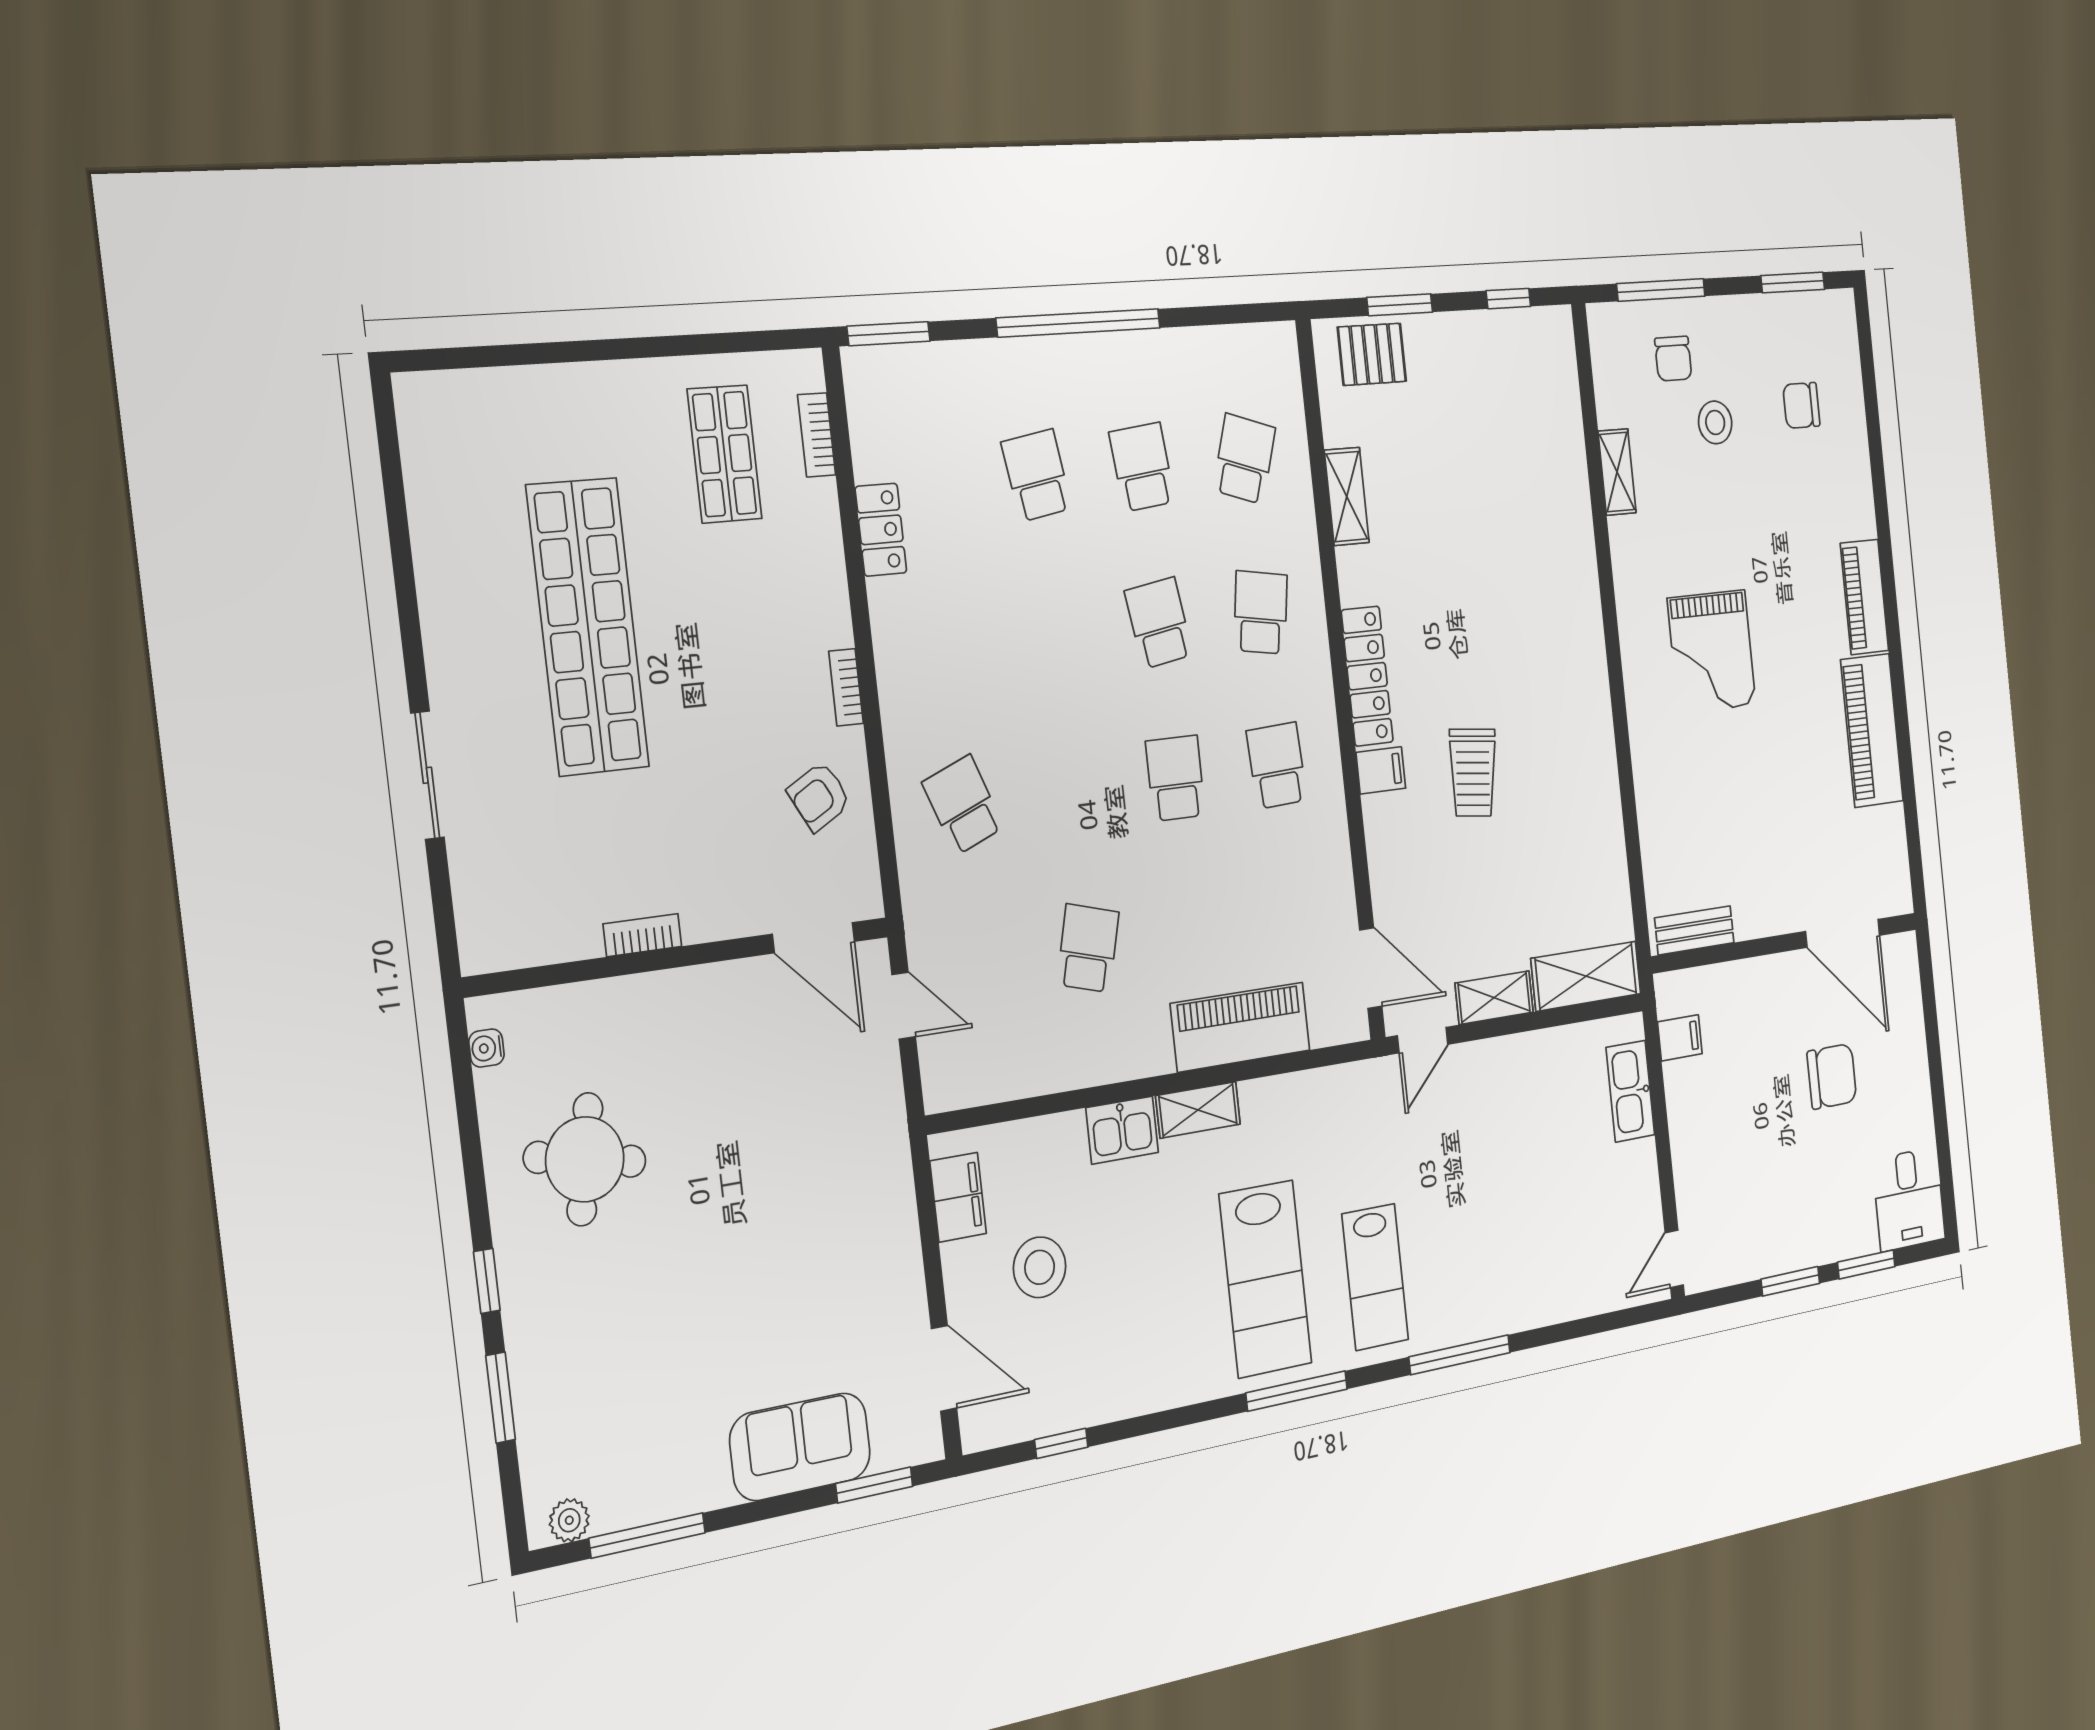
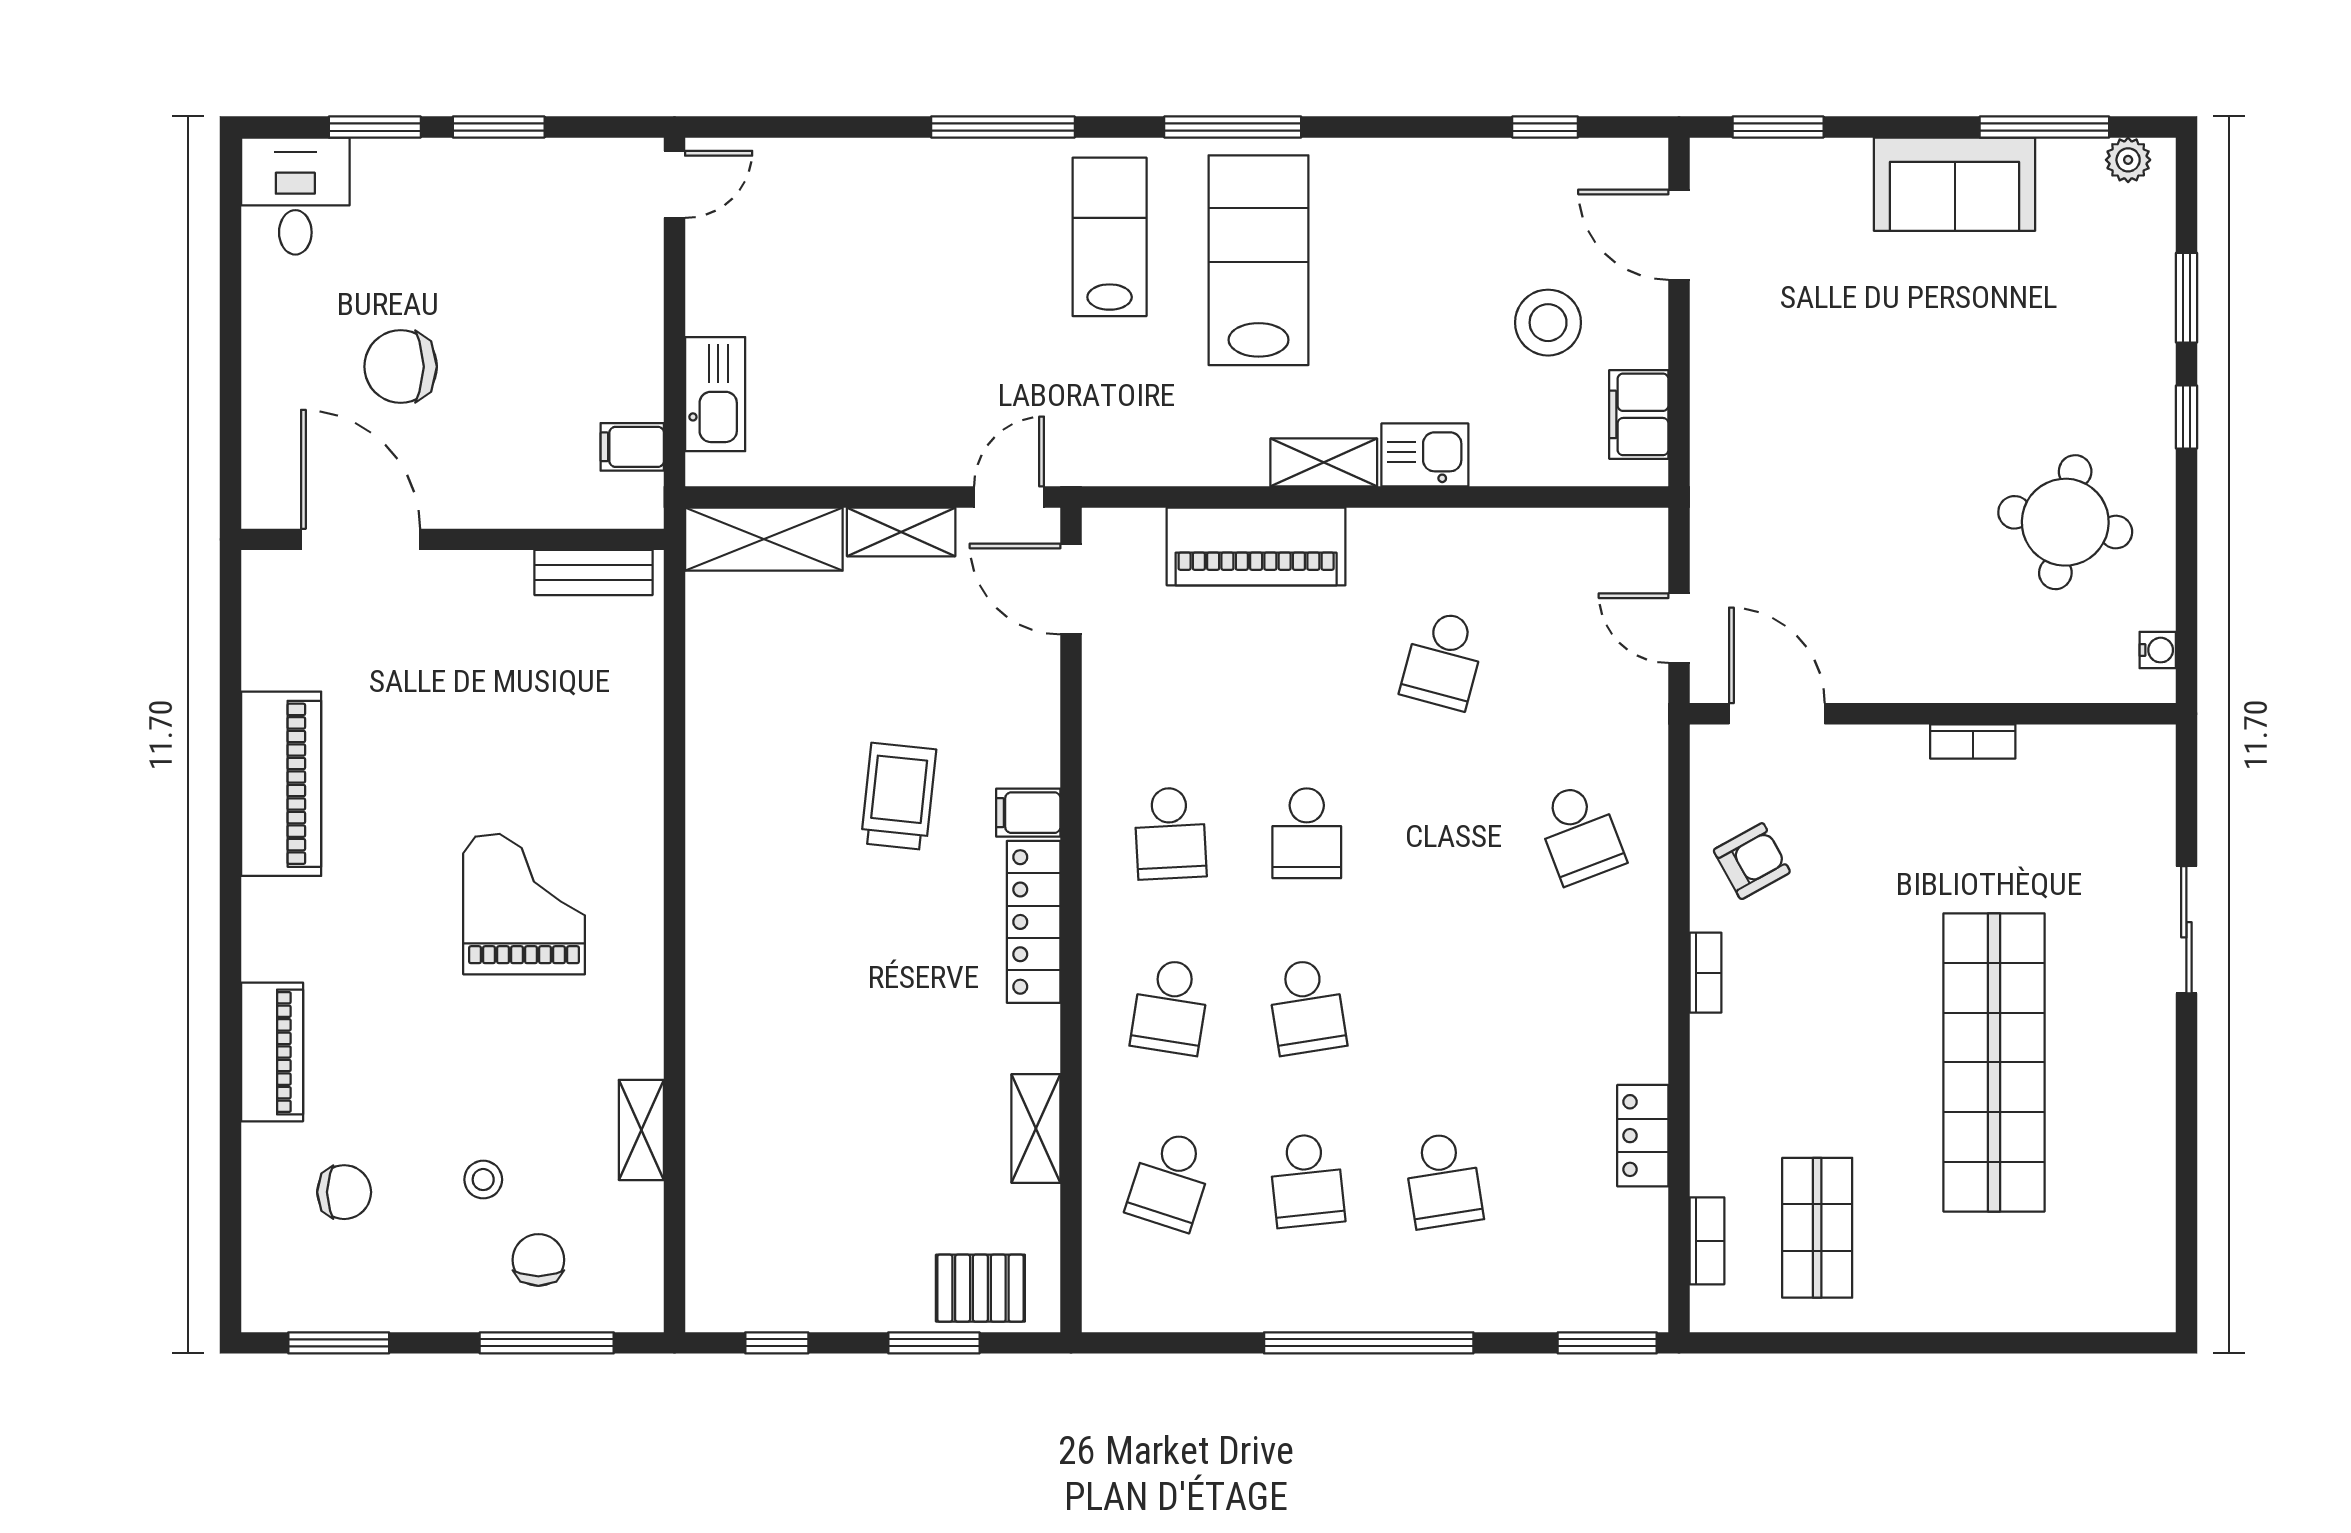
stool: (1715, 422) -> (483, 1180), width x0.73, depth x0.73
piano: (1864, 597) -> (272, 1052), moved
sofa: (800, 1447) -> (1955, 184), moved

